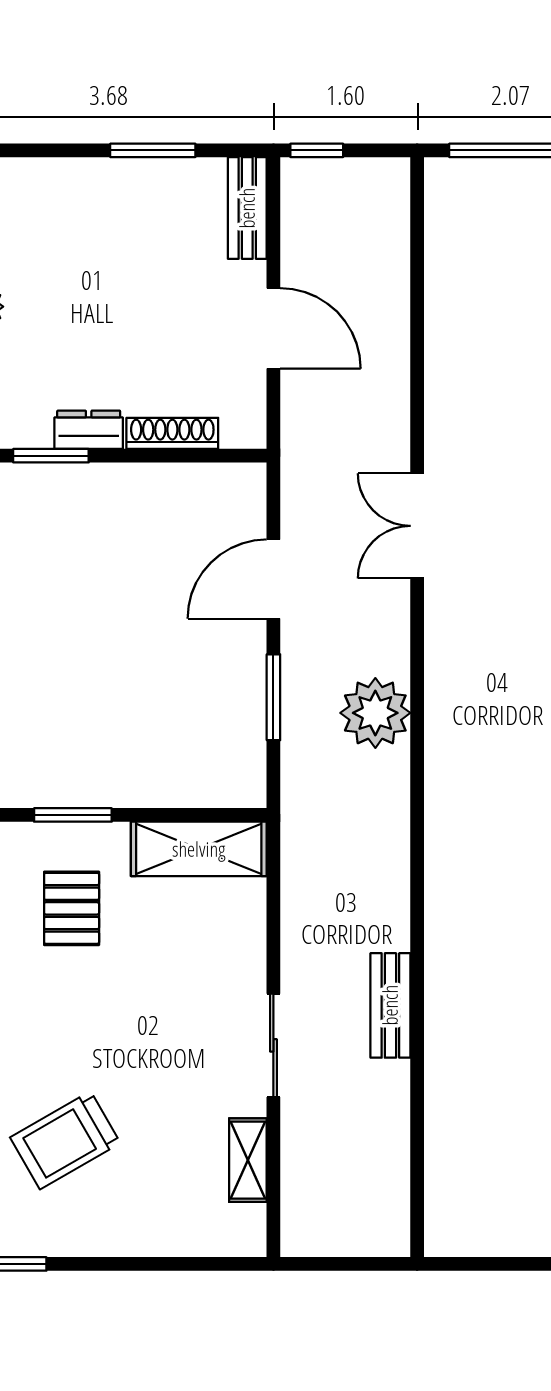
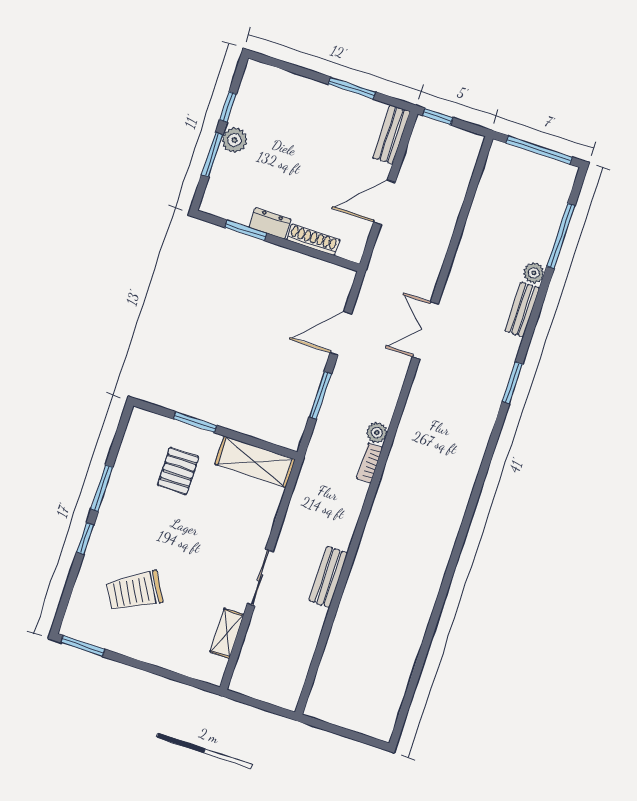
door: (273, 328) -> (384, 202), swing flipped
plant: (375, 713) -> (377, 433), width x0.53, depth x0.53
bookcase: (397, 786) -> (370, 463), added

